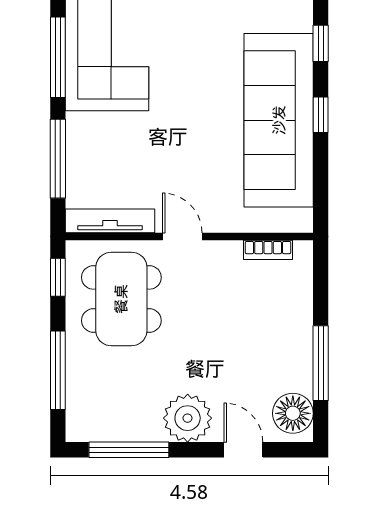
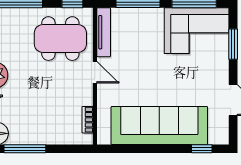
window: (321, 115) -> (162, 149), removed
door: (182, 237) -> (95, 72), hinge flipped

